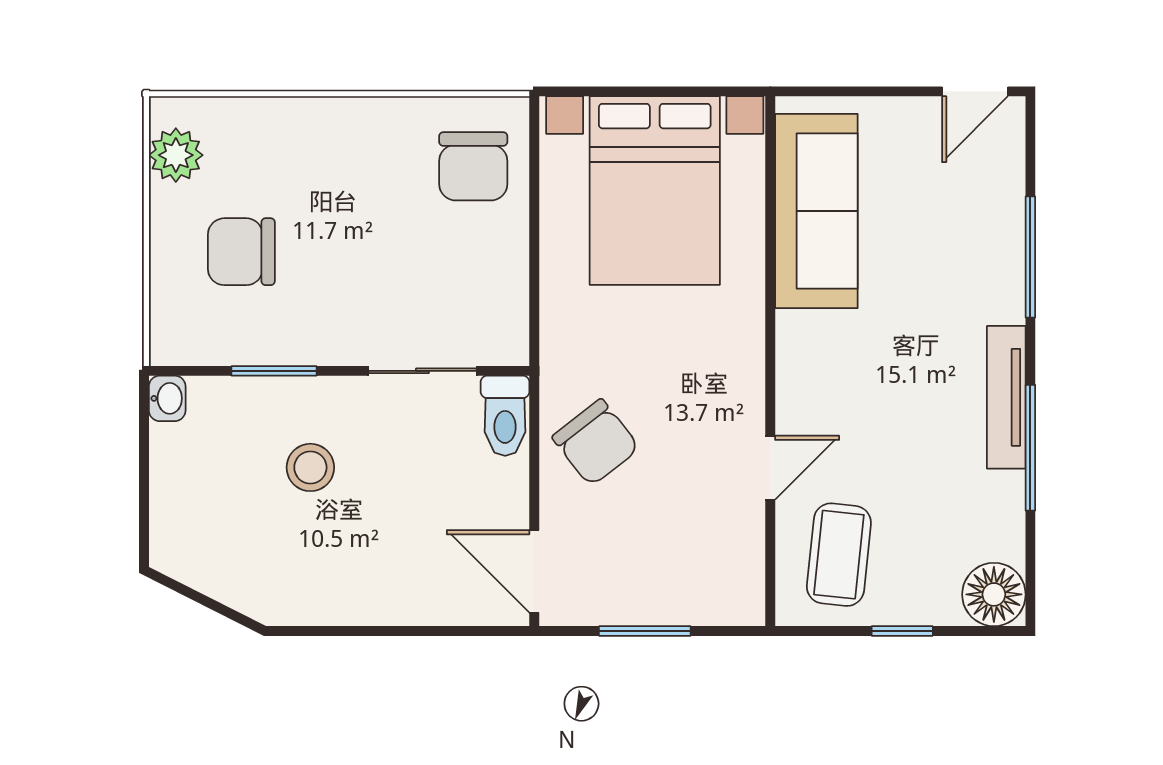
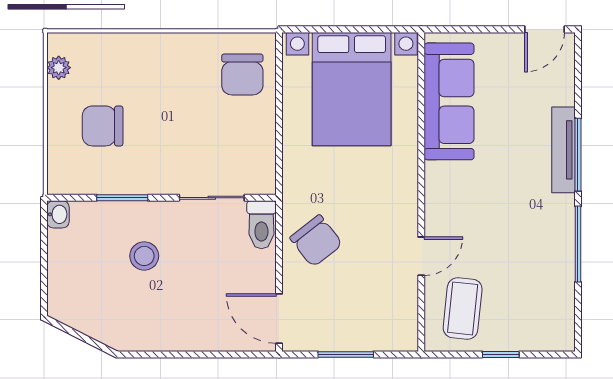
plant: (176, 155) -> (59, 68), width x0.73, depth x0.73
window: (1030, 257) -> (578, 155), moved
tv unit: (1006, 397) -> (563, 150), moved
floor lamp: (994, 594) -> (556, 332), removed

